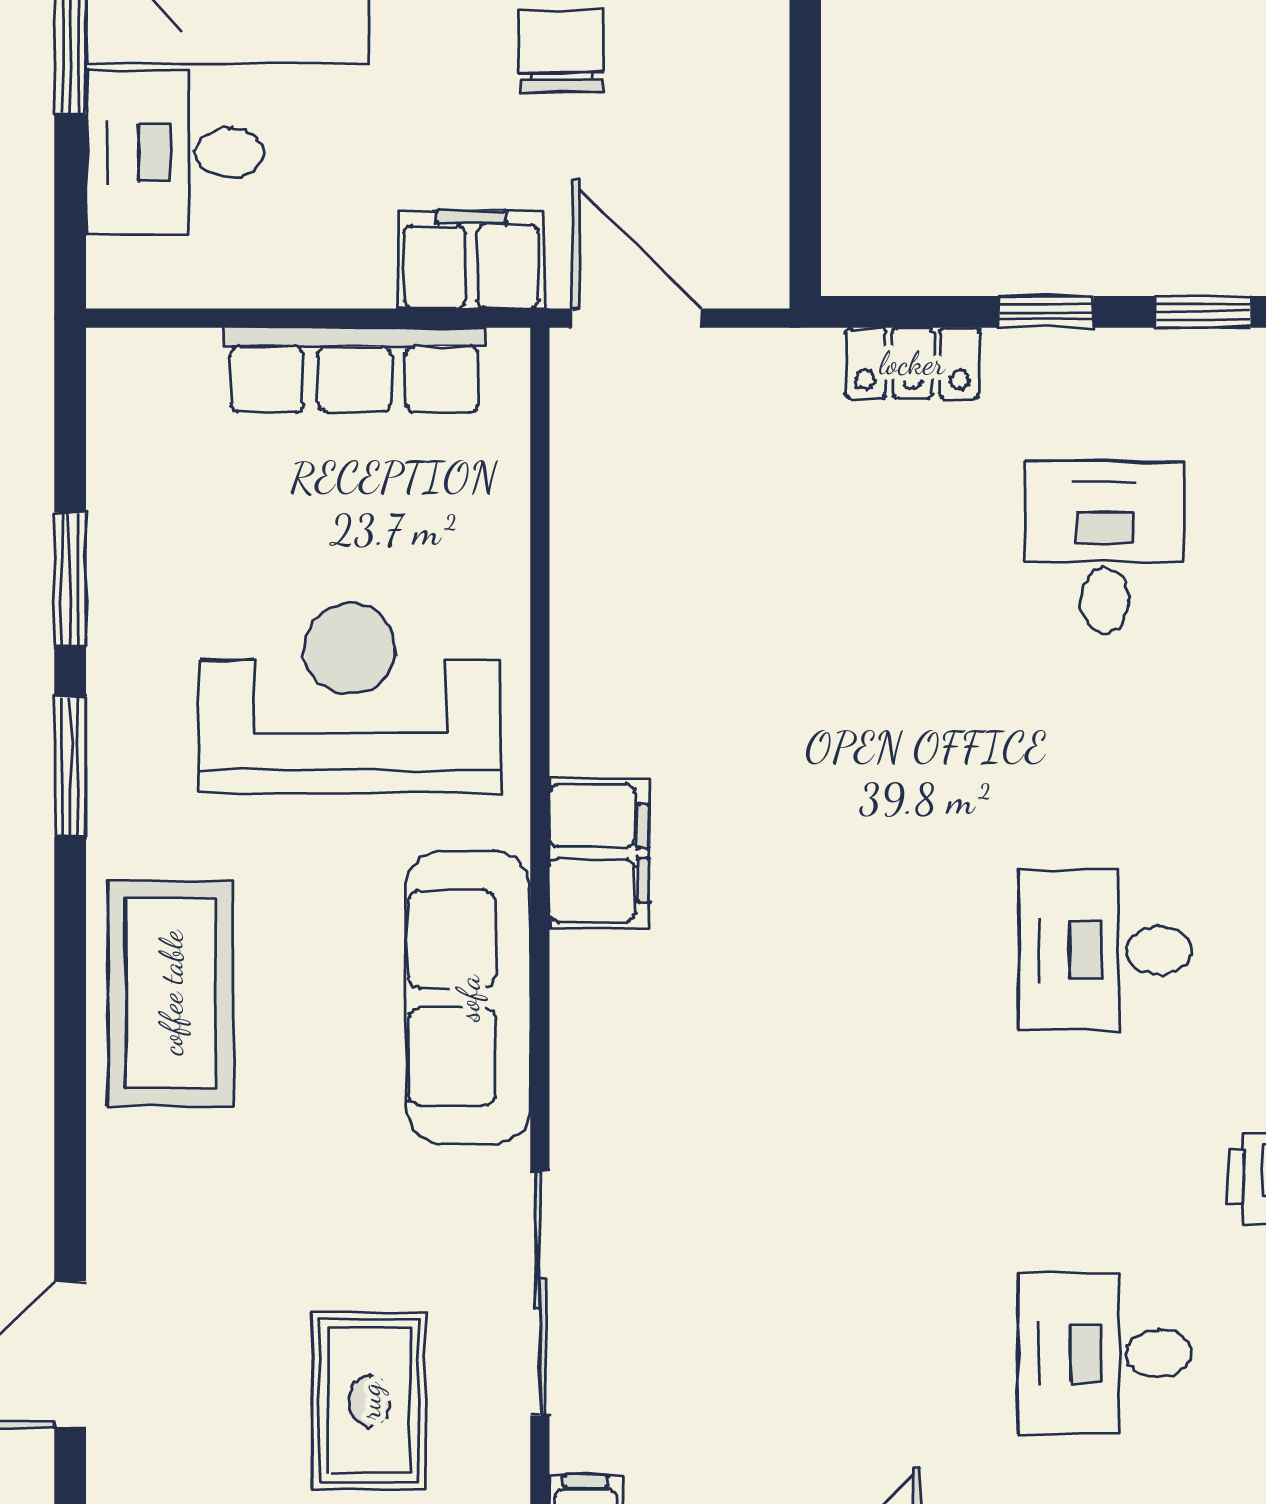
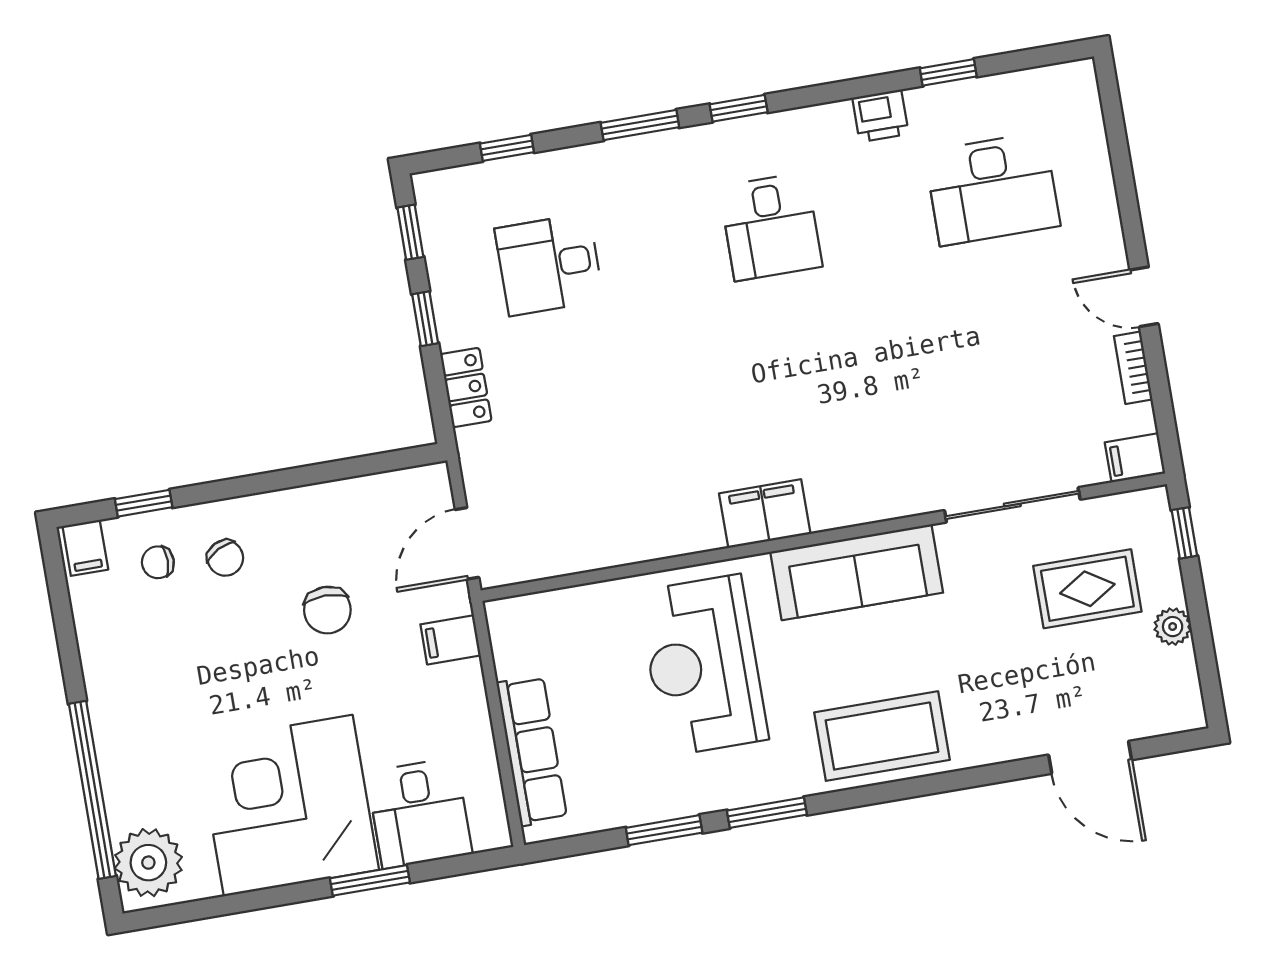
chair: (561, 51) -> (327, 610), turned -89
filing cabinet: (471, 260) -> (451, 640), width x0.50
row of seats: (355, 370) -> (532, 751), moved
desk: (1105, 1353) -> (992, 189), width x1.37

